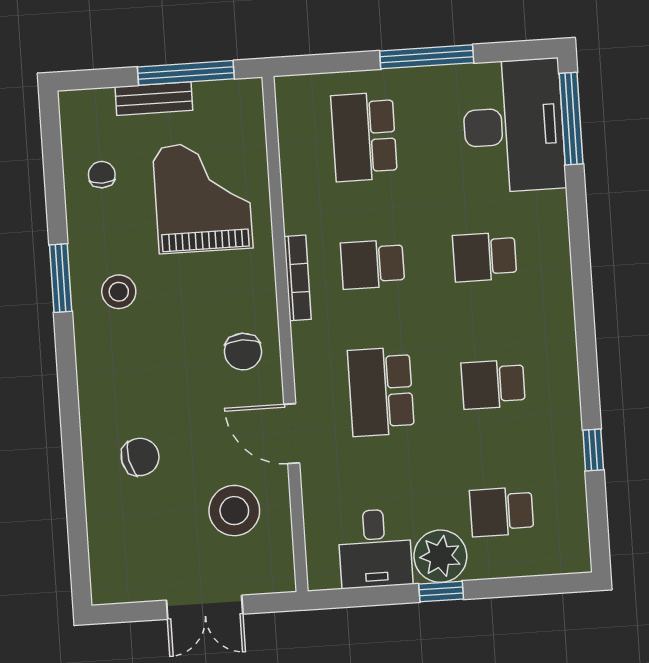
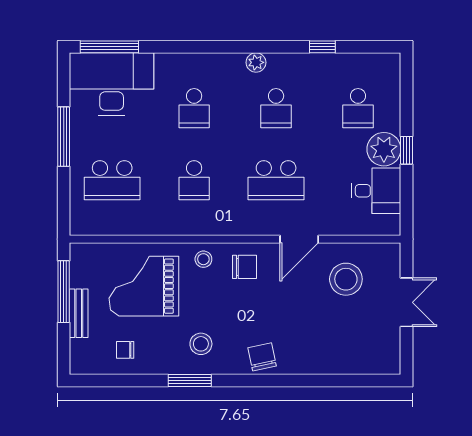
bookcase: (298, 278) -> (200, 229), removed
stool: (251, 287) -> (203, 259), added
plant: (562, 348) -> (256, 62), added
chair: (140, 457) -> (262, 357), moved

